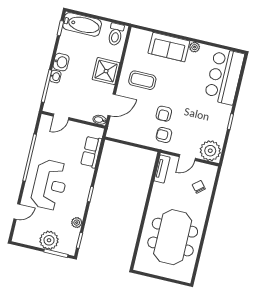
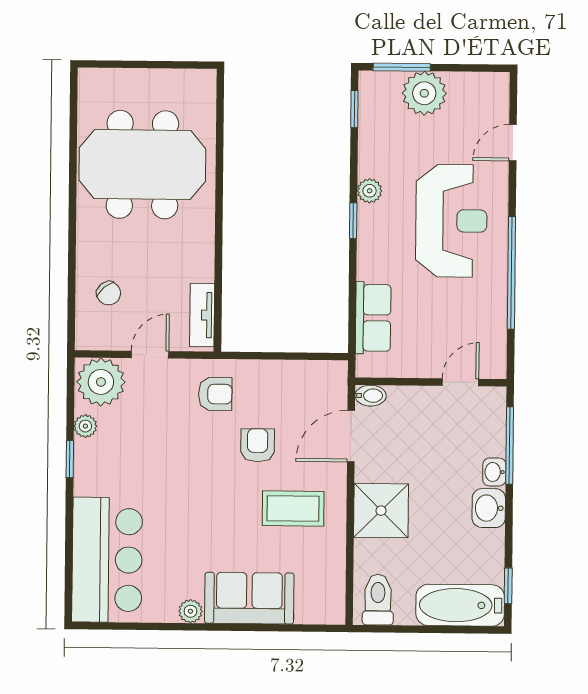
armchair: (164, 114) -> (258, 445), moved
plant: (221, 134) -> (85, 426), added
reception desk: (50, 185) -> (451, 221), turned 180
plant: (77, 223) -> (370, 191), moved
meeting table: (173, 237) -> (142, 165), turned 90

